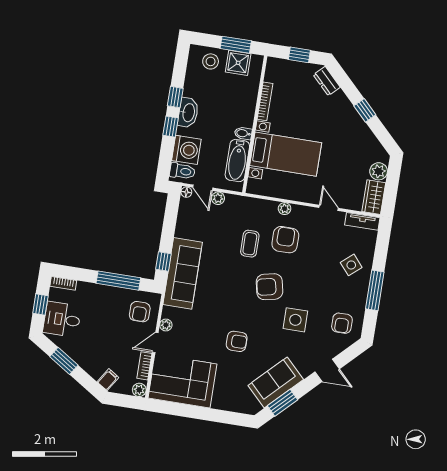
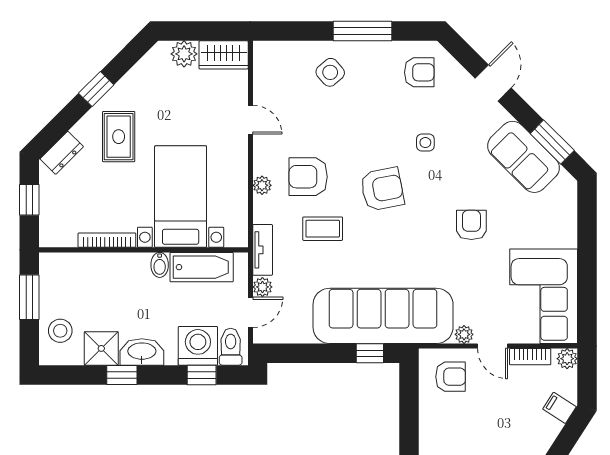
shower: (238, 63) -> (101, 348), moved
rug: (331, 120) -> (119, 137), added
window: (171, 127) -> (202, 375), moved
floor lamp: (186, 192) -> (261, 336), removed
door: (329, 208) -> (250, 120), swing flipped
tv unit: (362, 221) -> (263, 250), moved
sofa: (183, 273) -> (383, 316), width x1.36, depth x1.27
window: (118, 281) -> (409, 416), removed
armchair: (269, 287) -> (382, 189), turned -89
side table: (295, 320) -> (425, 143), width x0.54, depth x0.54

